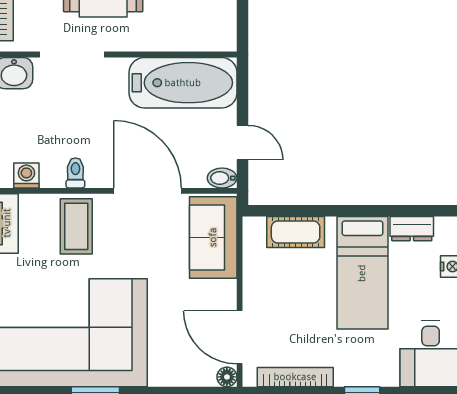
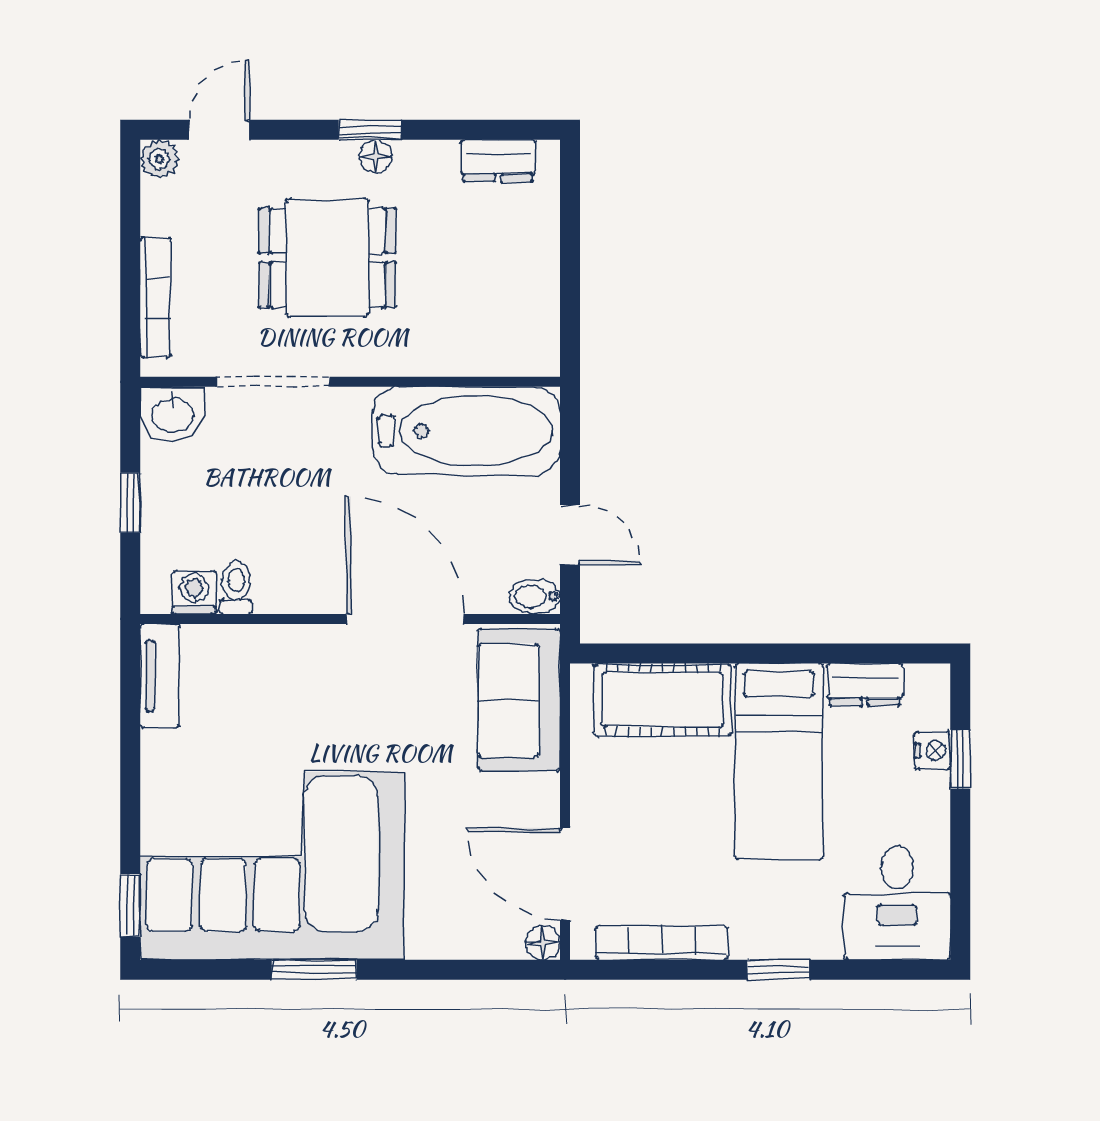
toilet: (75, 173) -> (236, 588), moved
coffee table: (76, 226) -> (281, 681), removed
cot: (296, 232) -> (662, 700), width x1.37, depth x1.34

